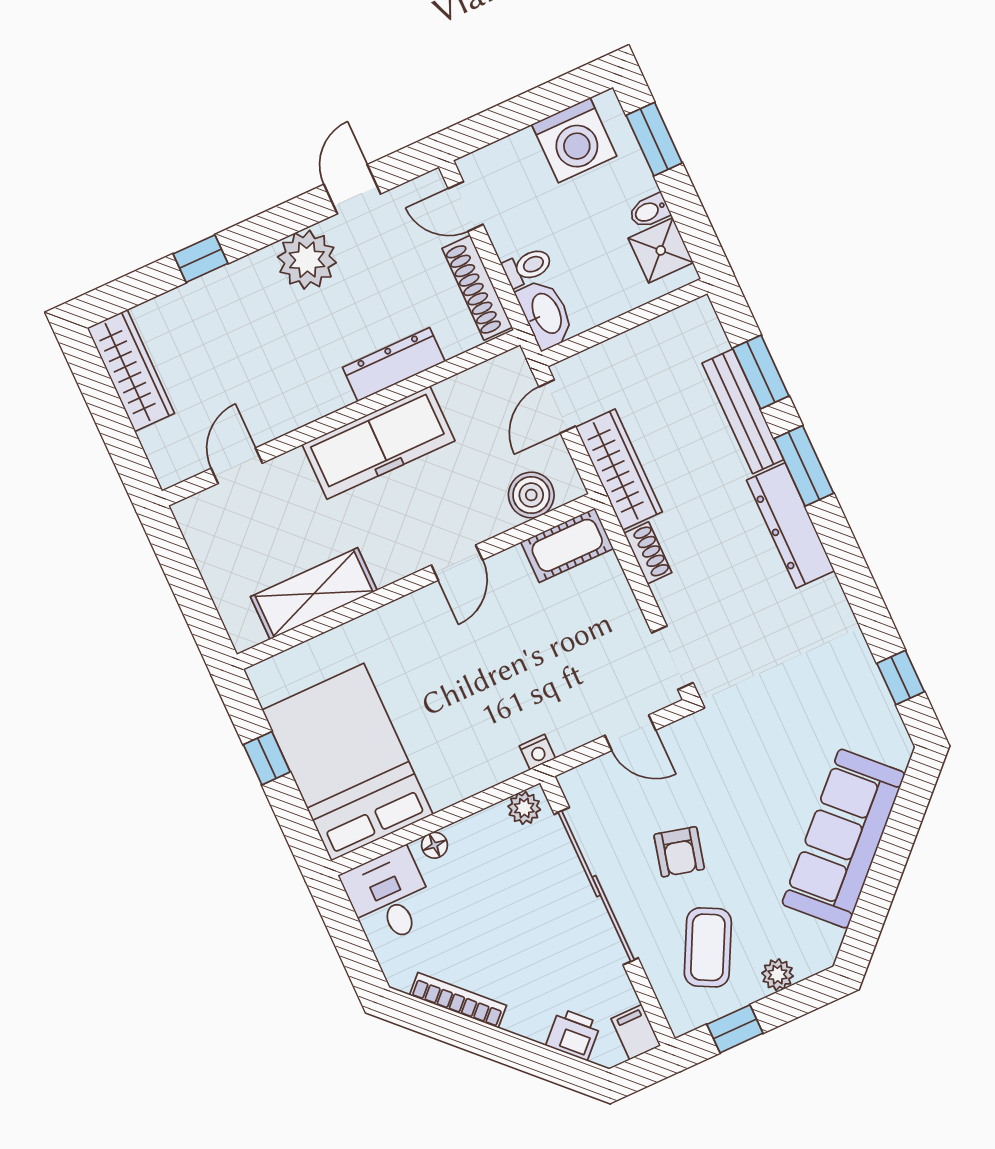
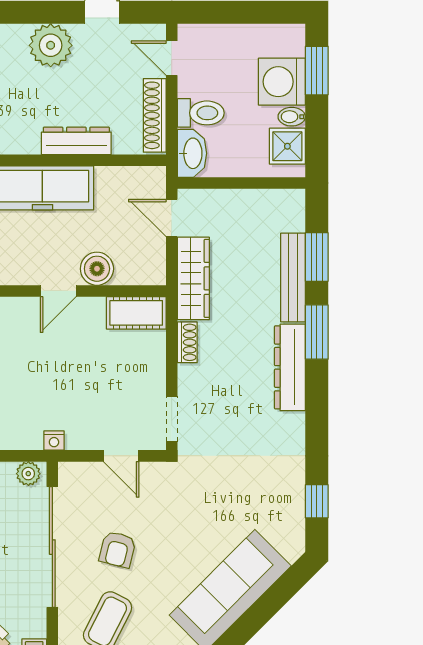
washing machine: (574, 140) -> (282, 82), moved, turned 90
toilet: (528, 267) -> (201, 113), width x1.37, depth x1.39
door: (557, 406) -> (172, 218), hinge flipped
boiler: (531, 495) -> (97, 269), moved

